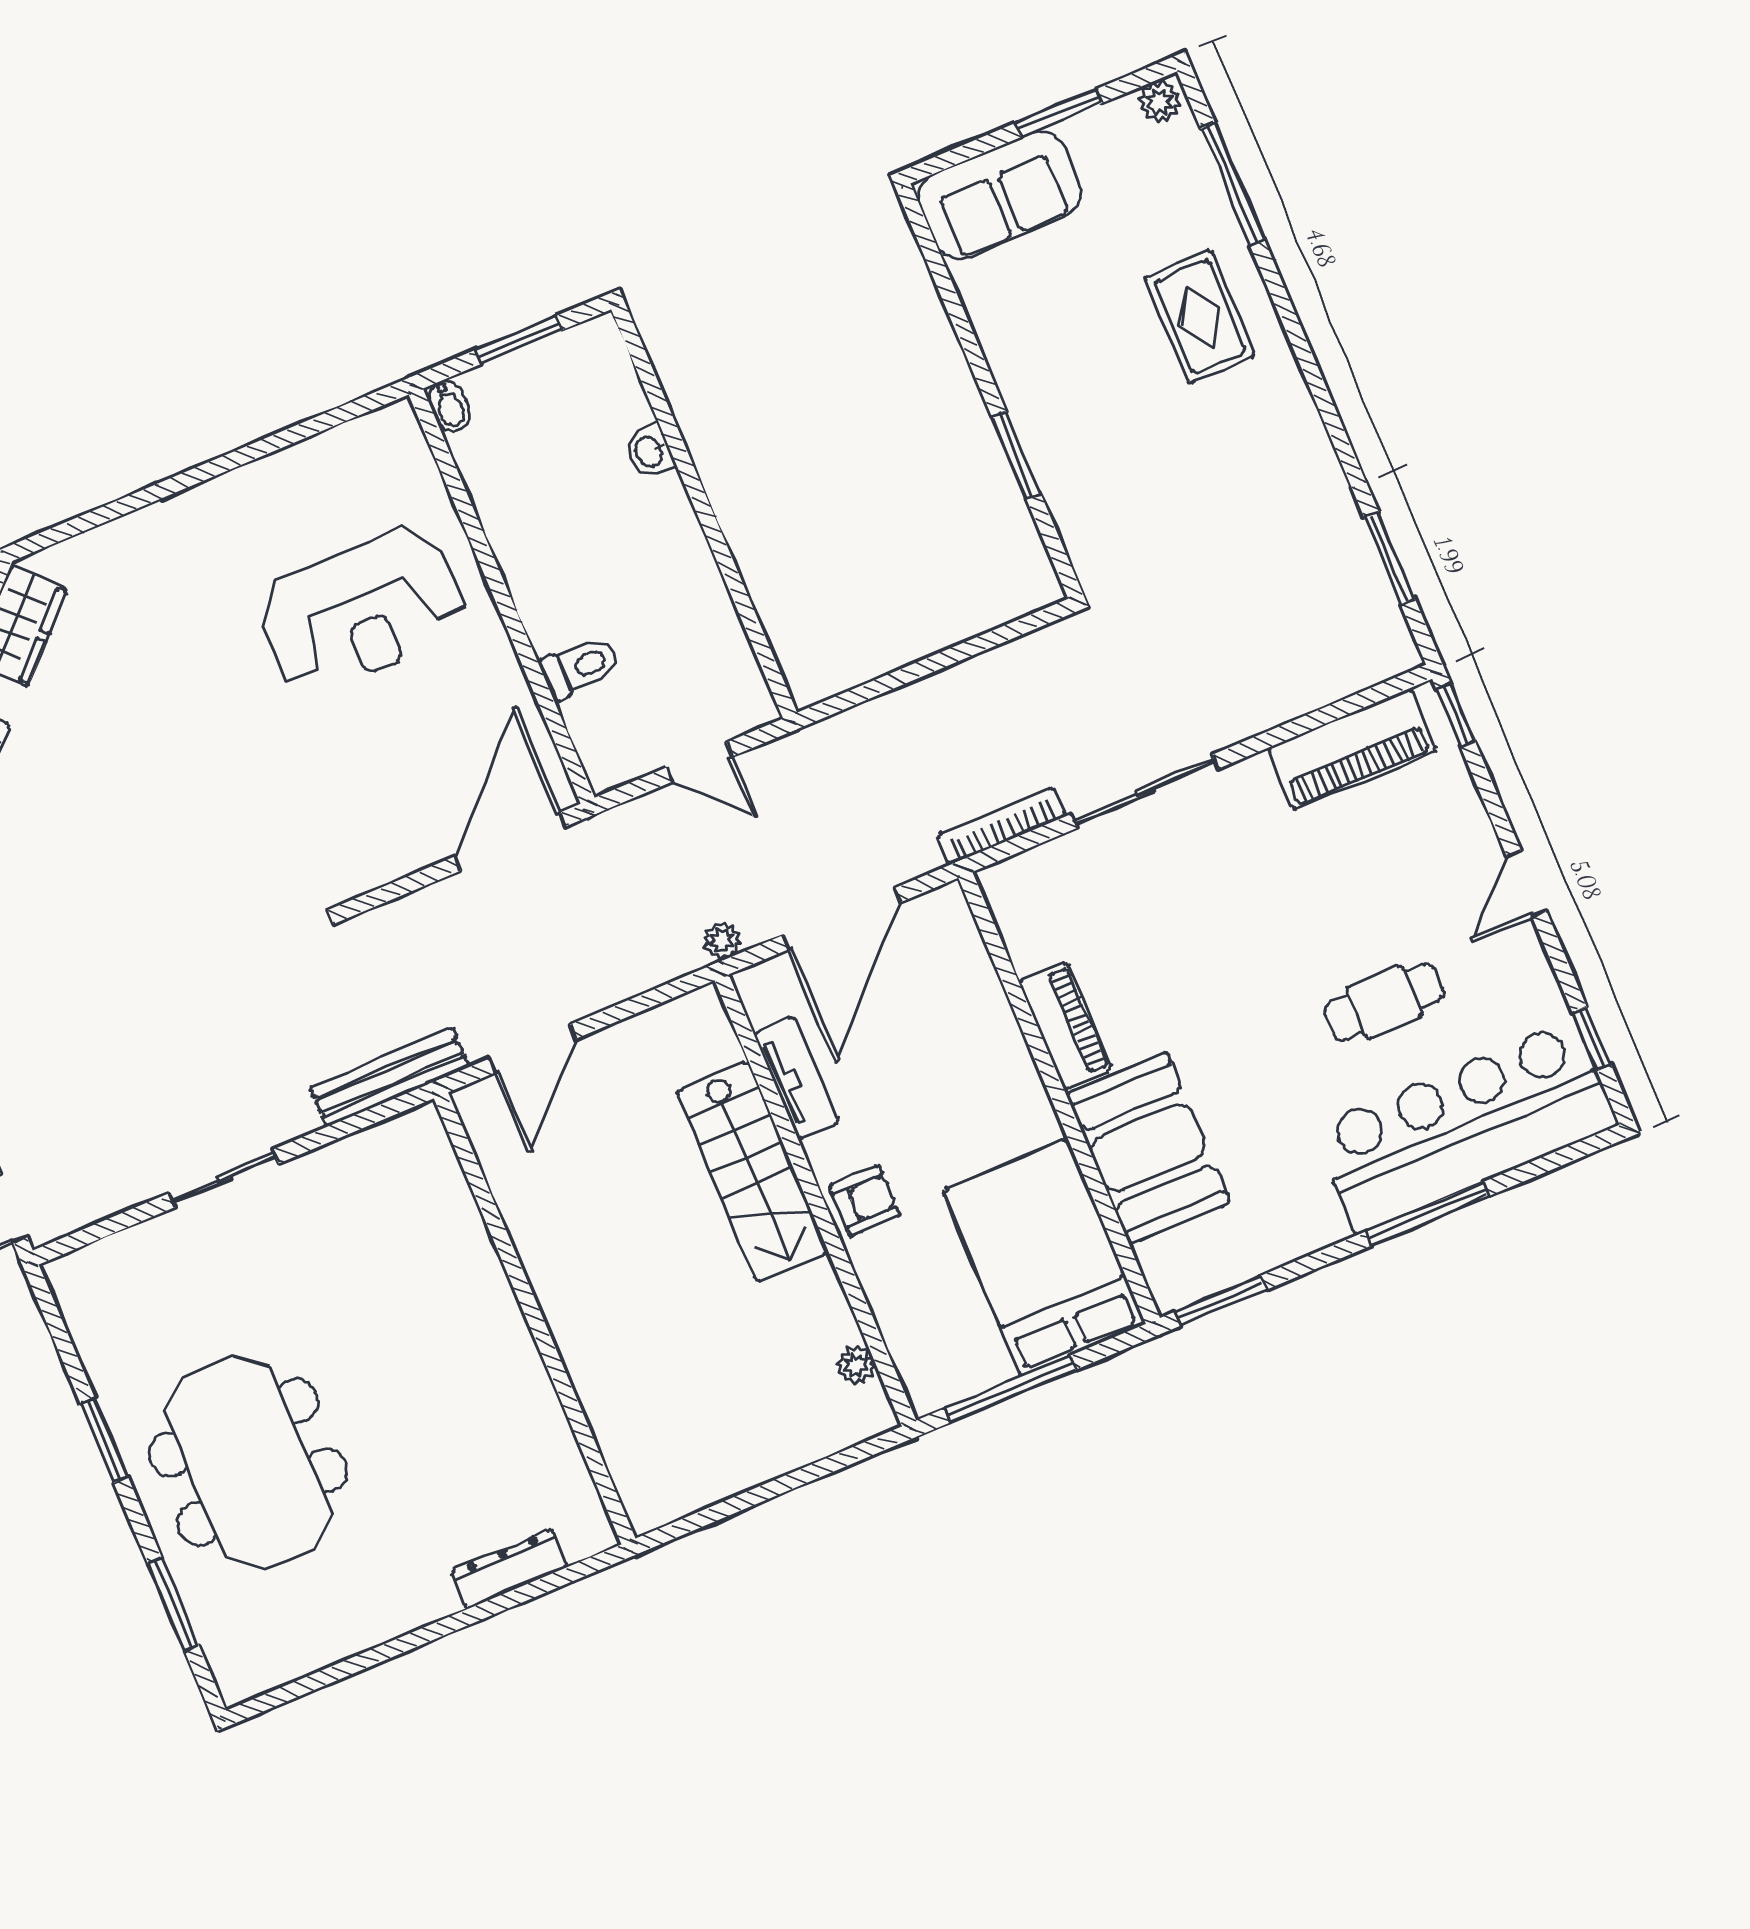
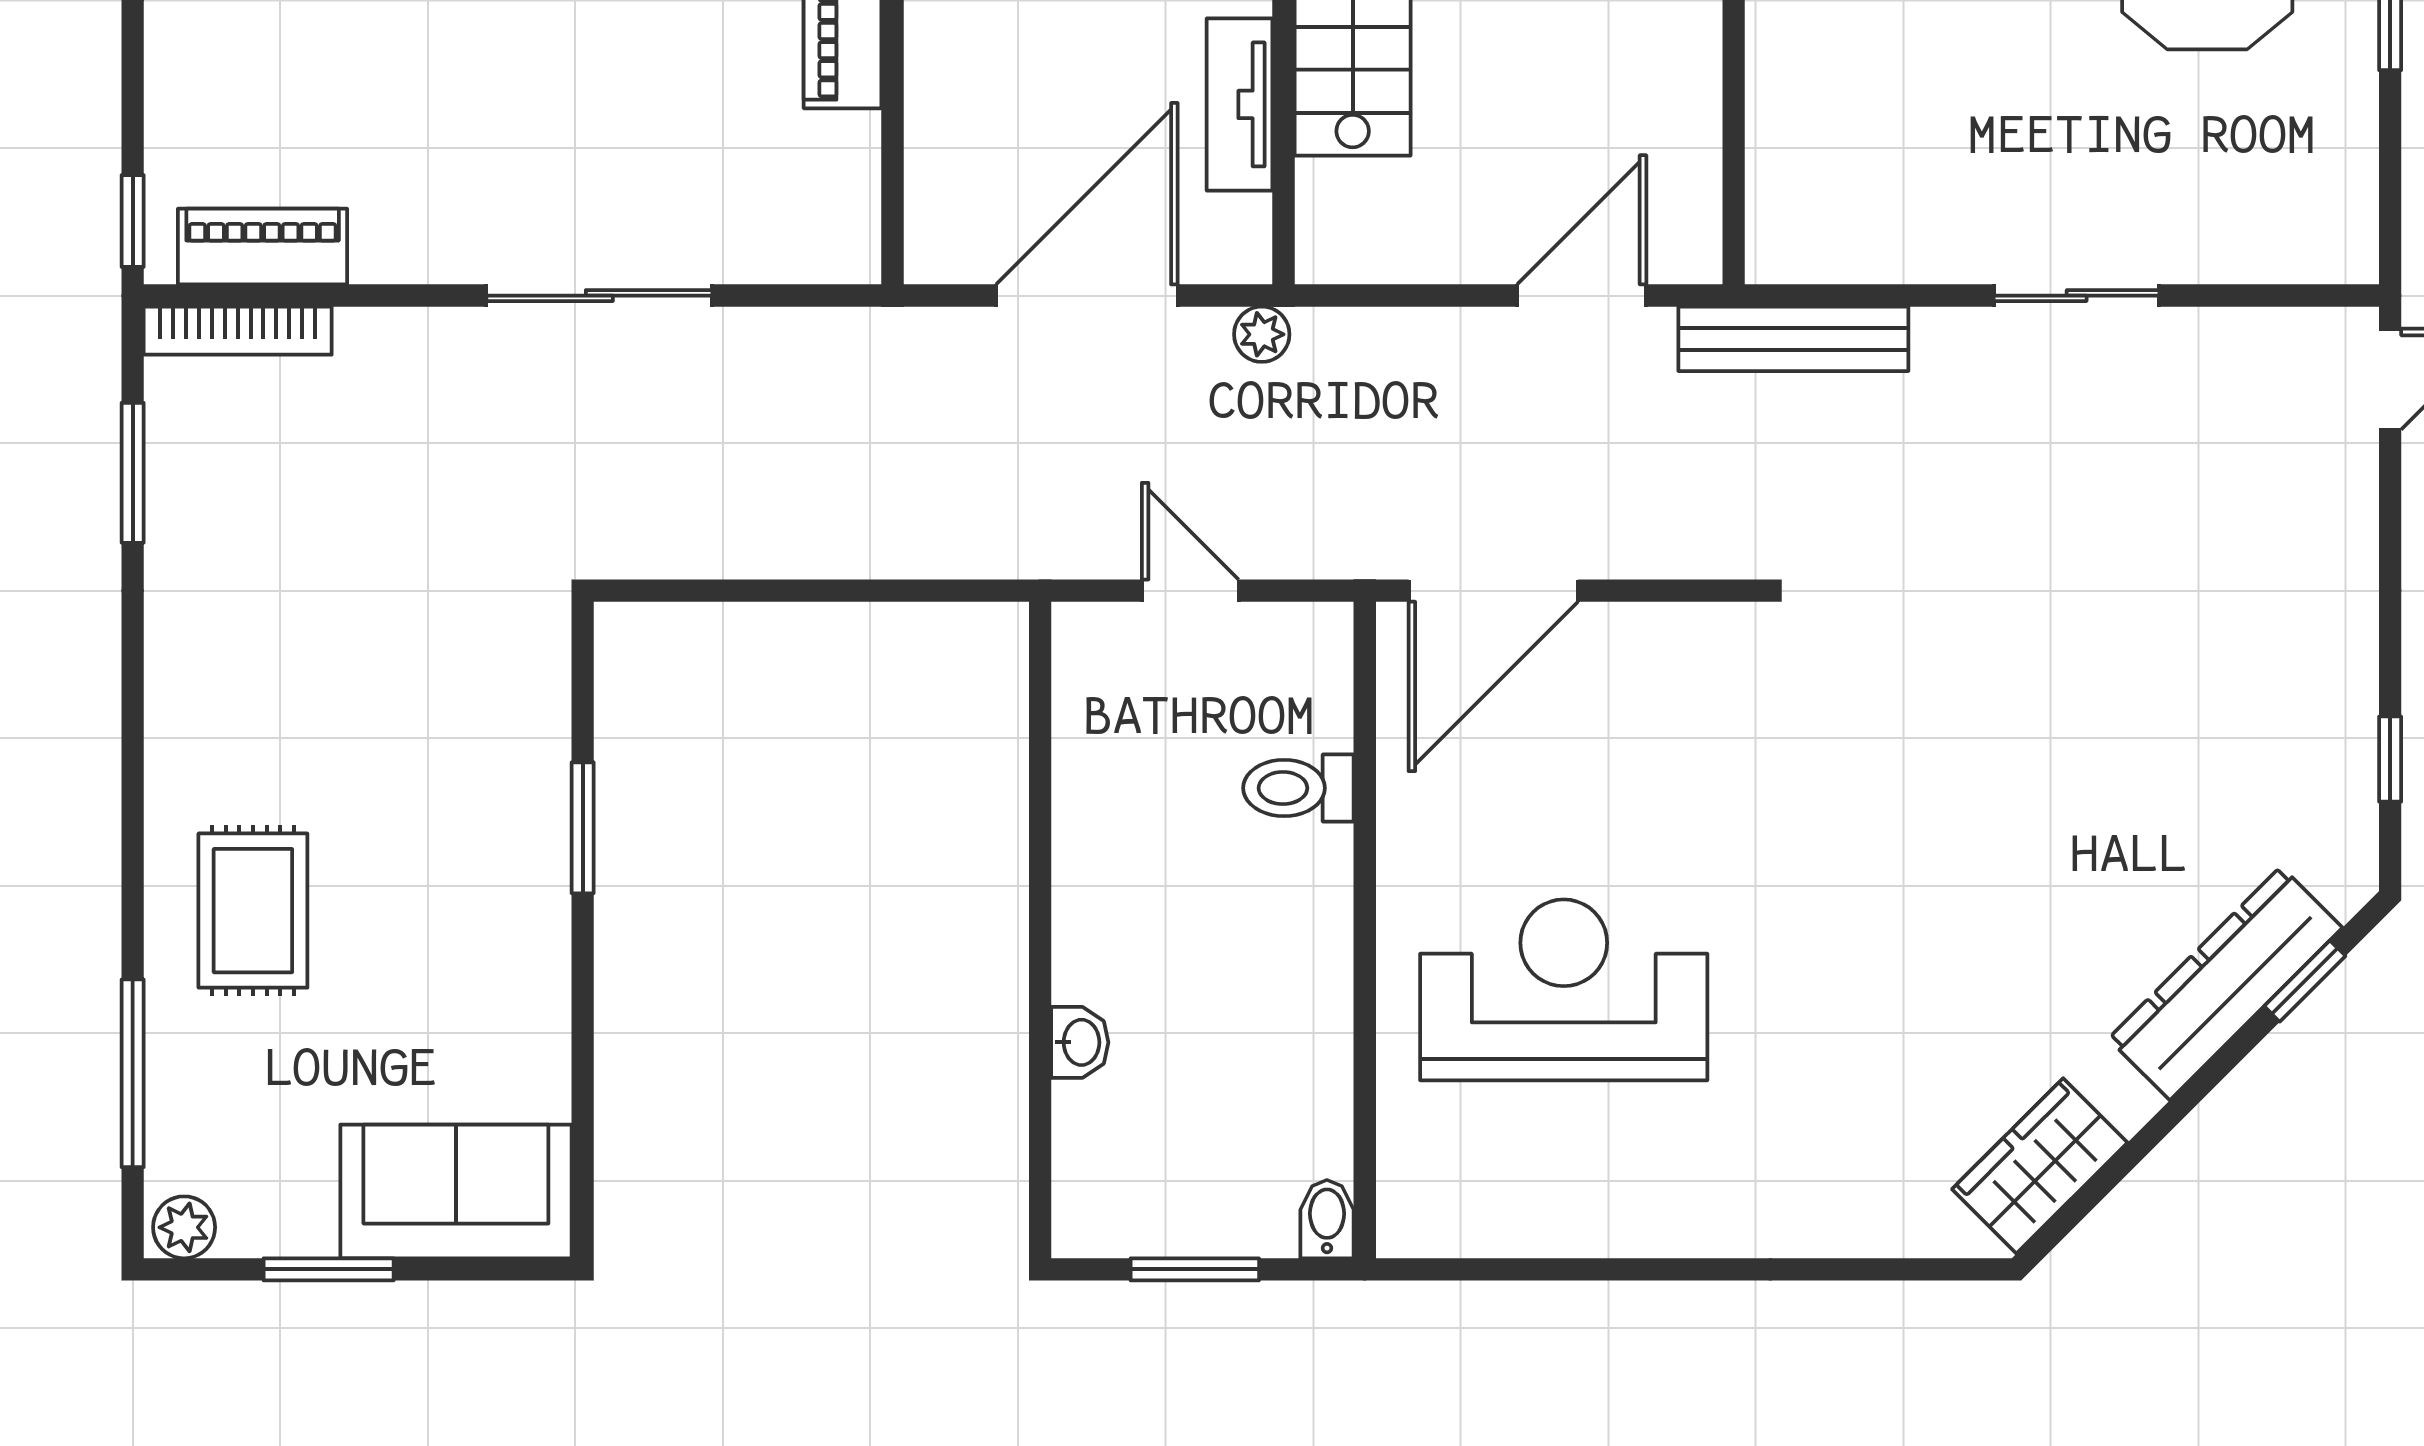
piano: (1352, 749) -> (263, 247), width x0.73, depth x0.75
bookcase: (1001, 826) -> (238, 331), moved

